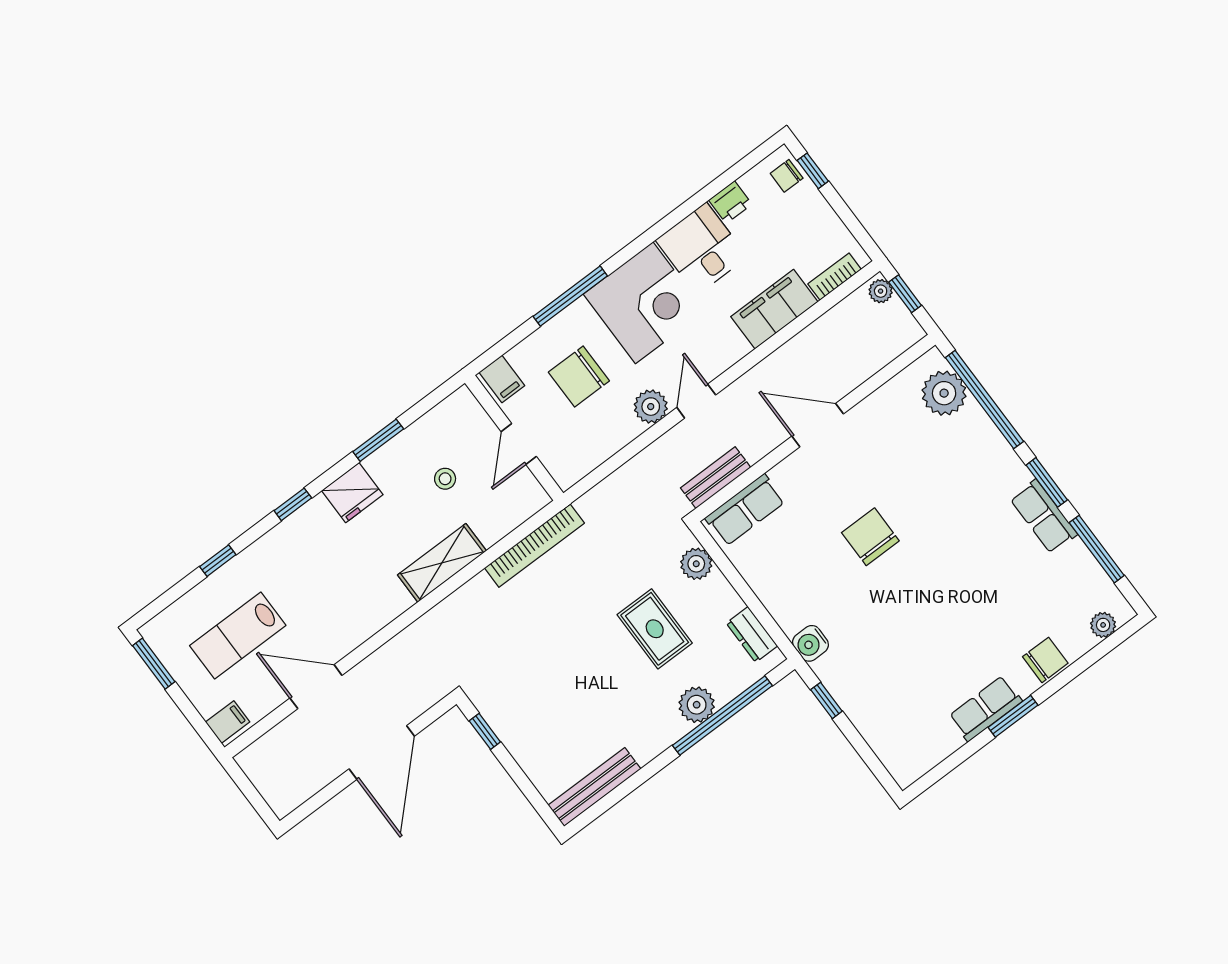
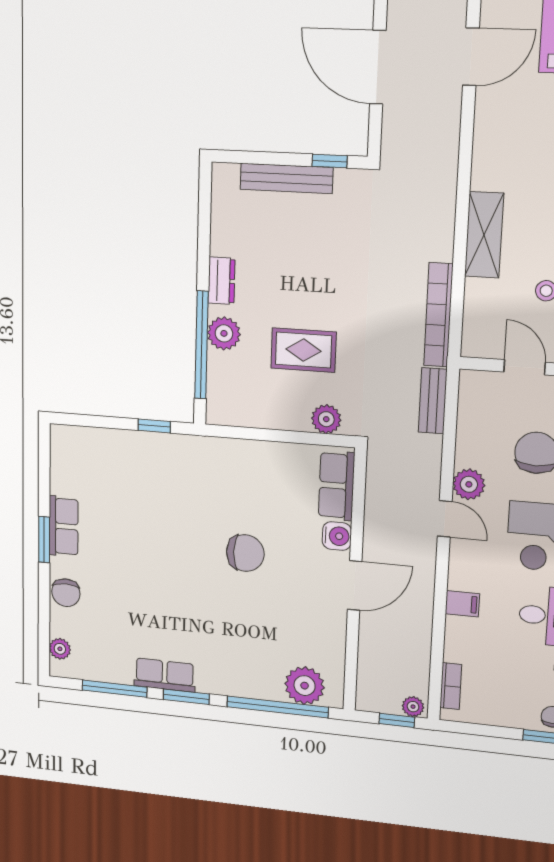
filing cabinet: (774, 309) -> (462, 604), width x0.33, depth x0.86
bench: (716, 478) -> (433, 401), moved
dresser: (752, 635) -> (221, 281), moved, turned 90
water cooler: (810, 643) -> (337, 536), moved, turned 90
bench: (594, 787) -> (286, 178), moved, turned 90

